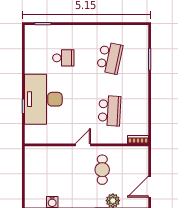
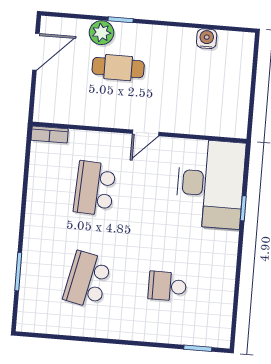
desk: (43, 99) -> (210, 184), moved
cafe table: (102, 170) -> (118, 68), moved, turned 90

